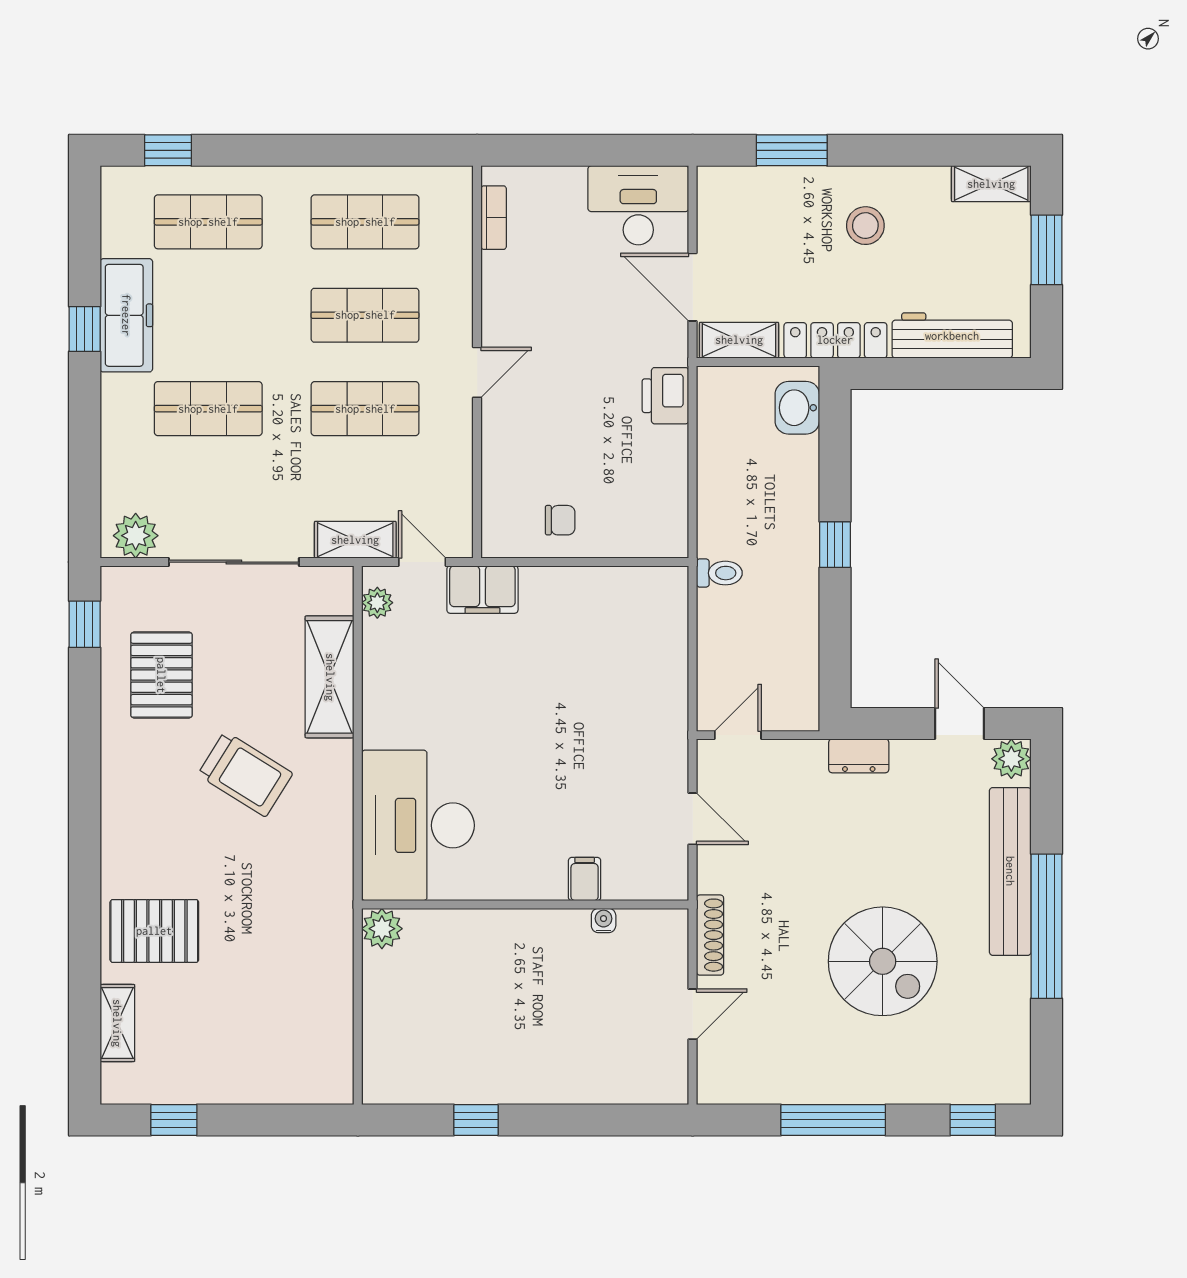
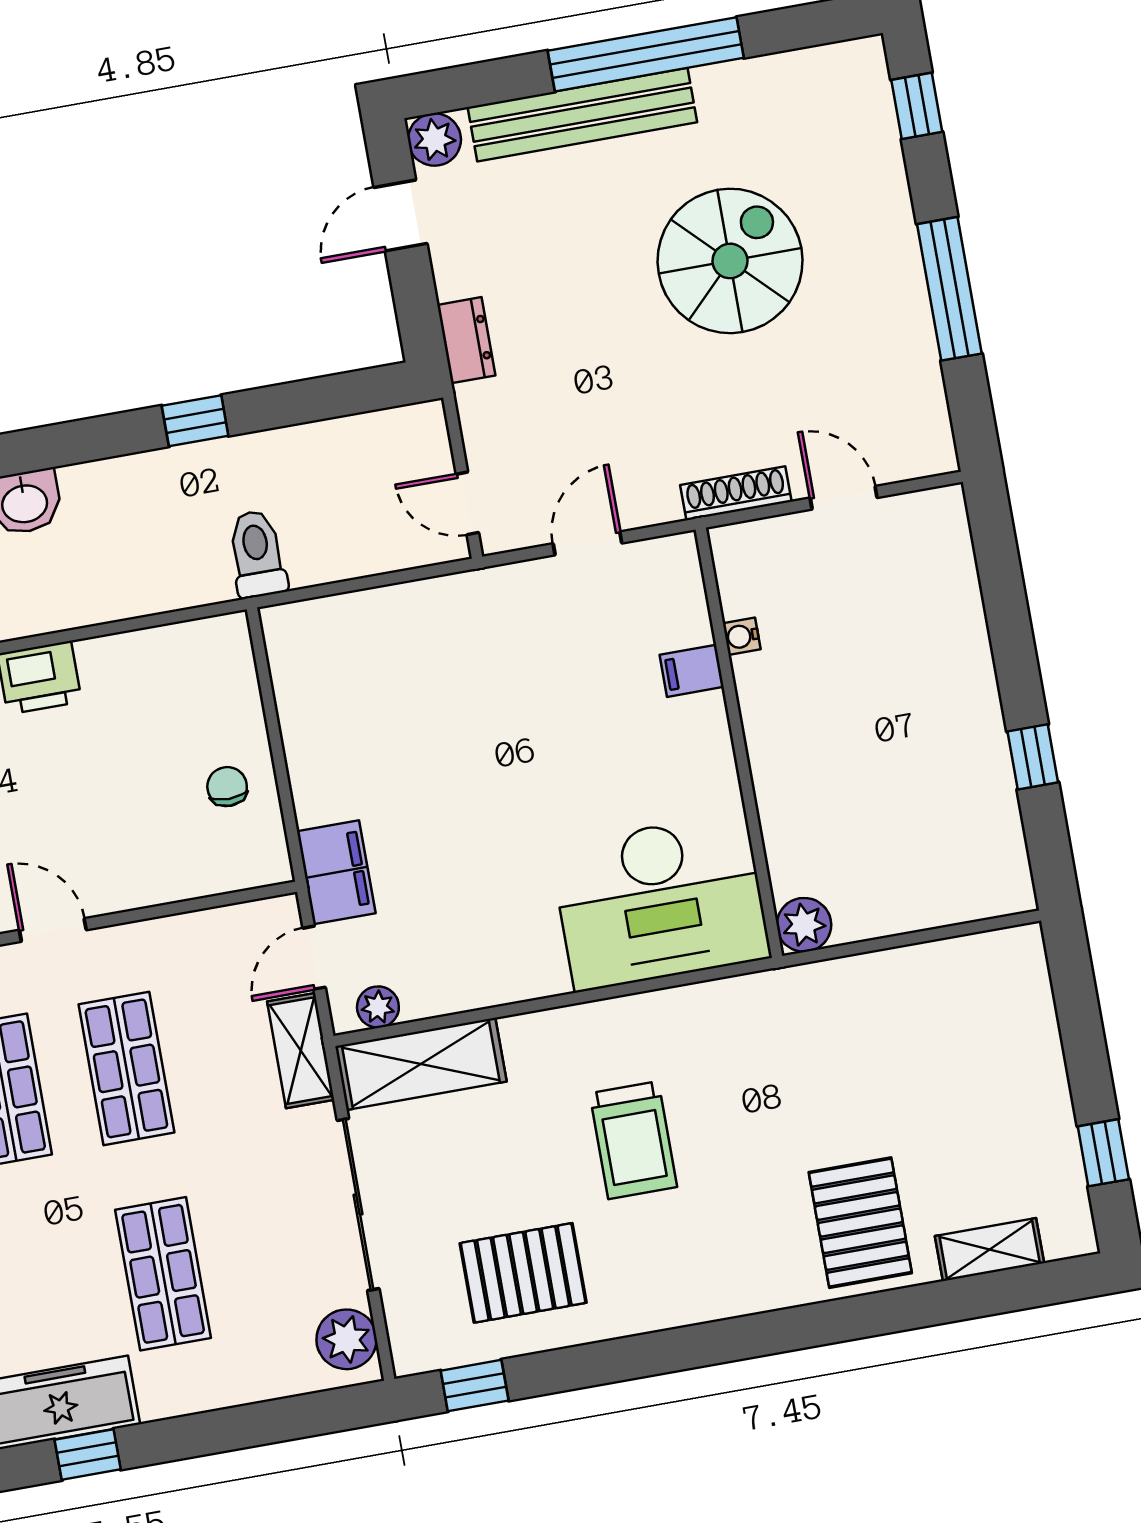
toilet: (719, 573) -> (257, 554), width x1.37, depth x1.39
shelving: (330, 677) -> (421, 1064), moved
trolley: (245, 774) -> (633, 1140), turned 148

